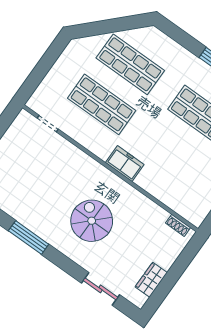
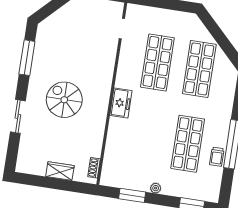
spiral stairs: (92, 221) -> (64, 100), turned -90
wardrobe: (151, 280) -> (60, 171), moved
sliding door: (101, 289) -> (18, 116), moved

